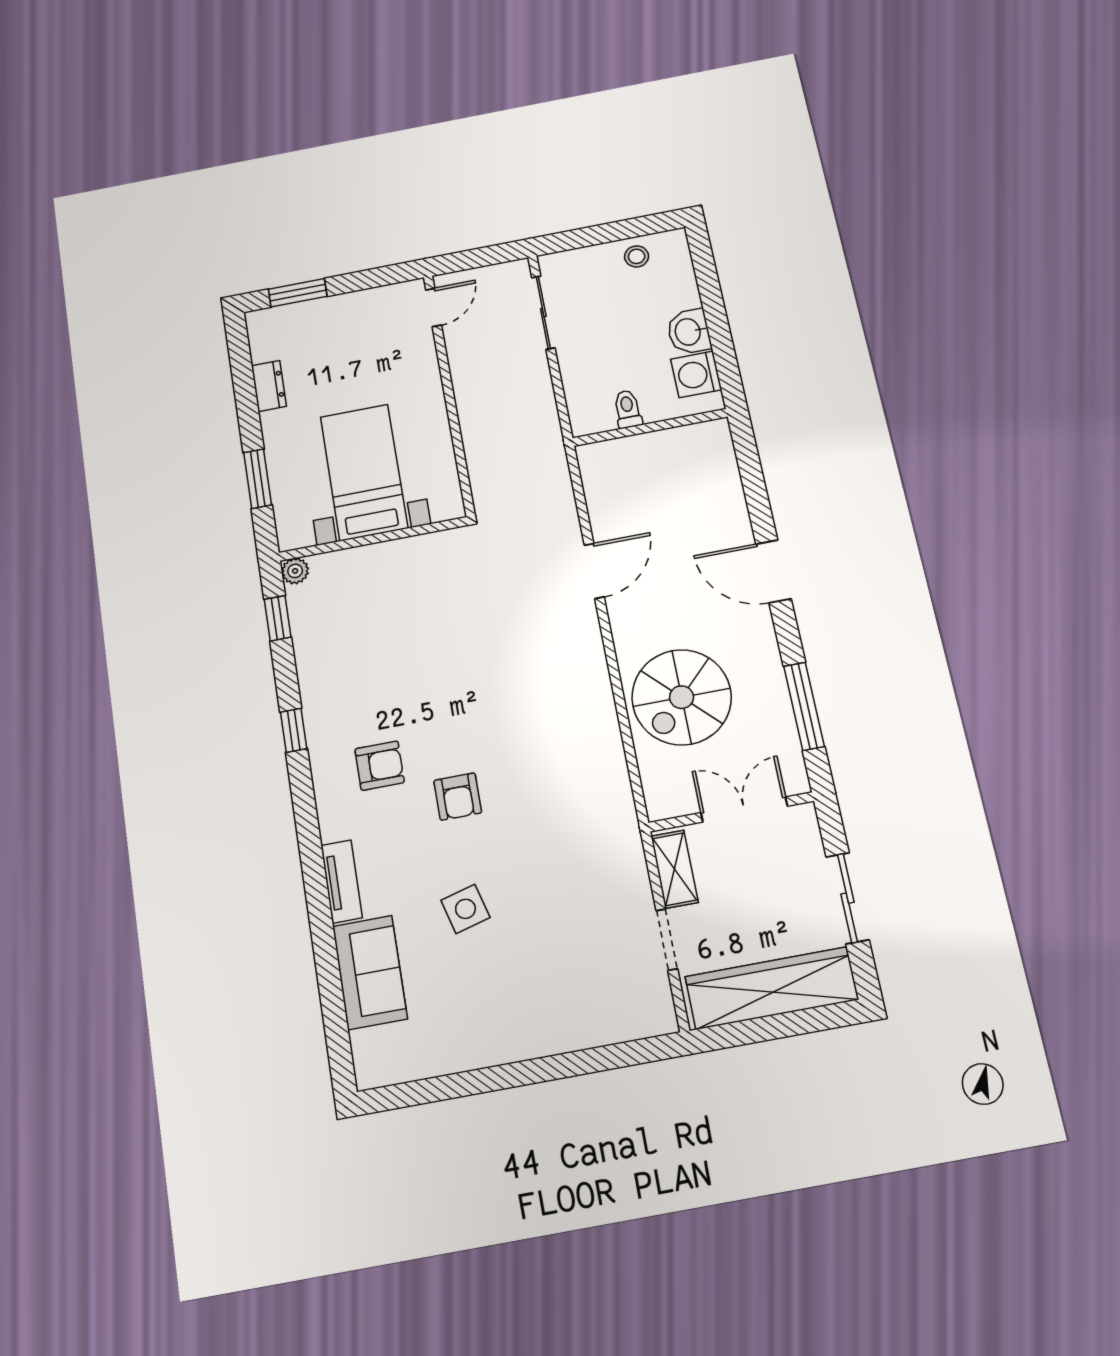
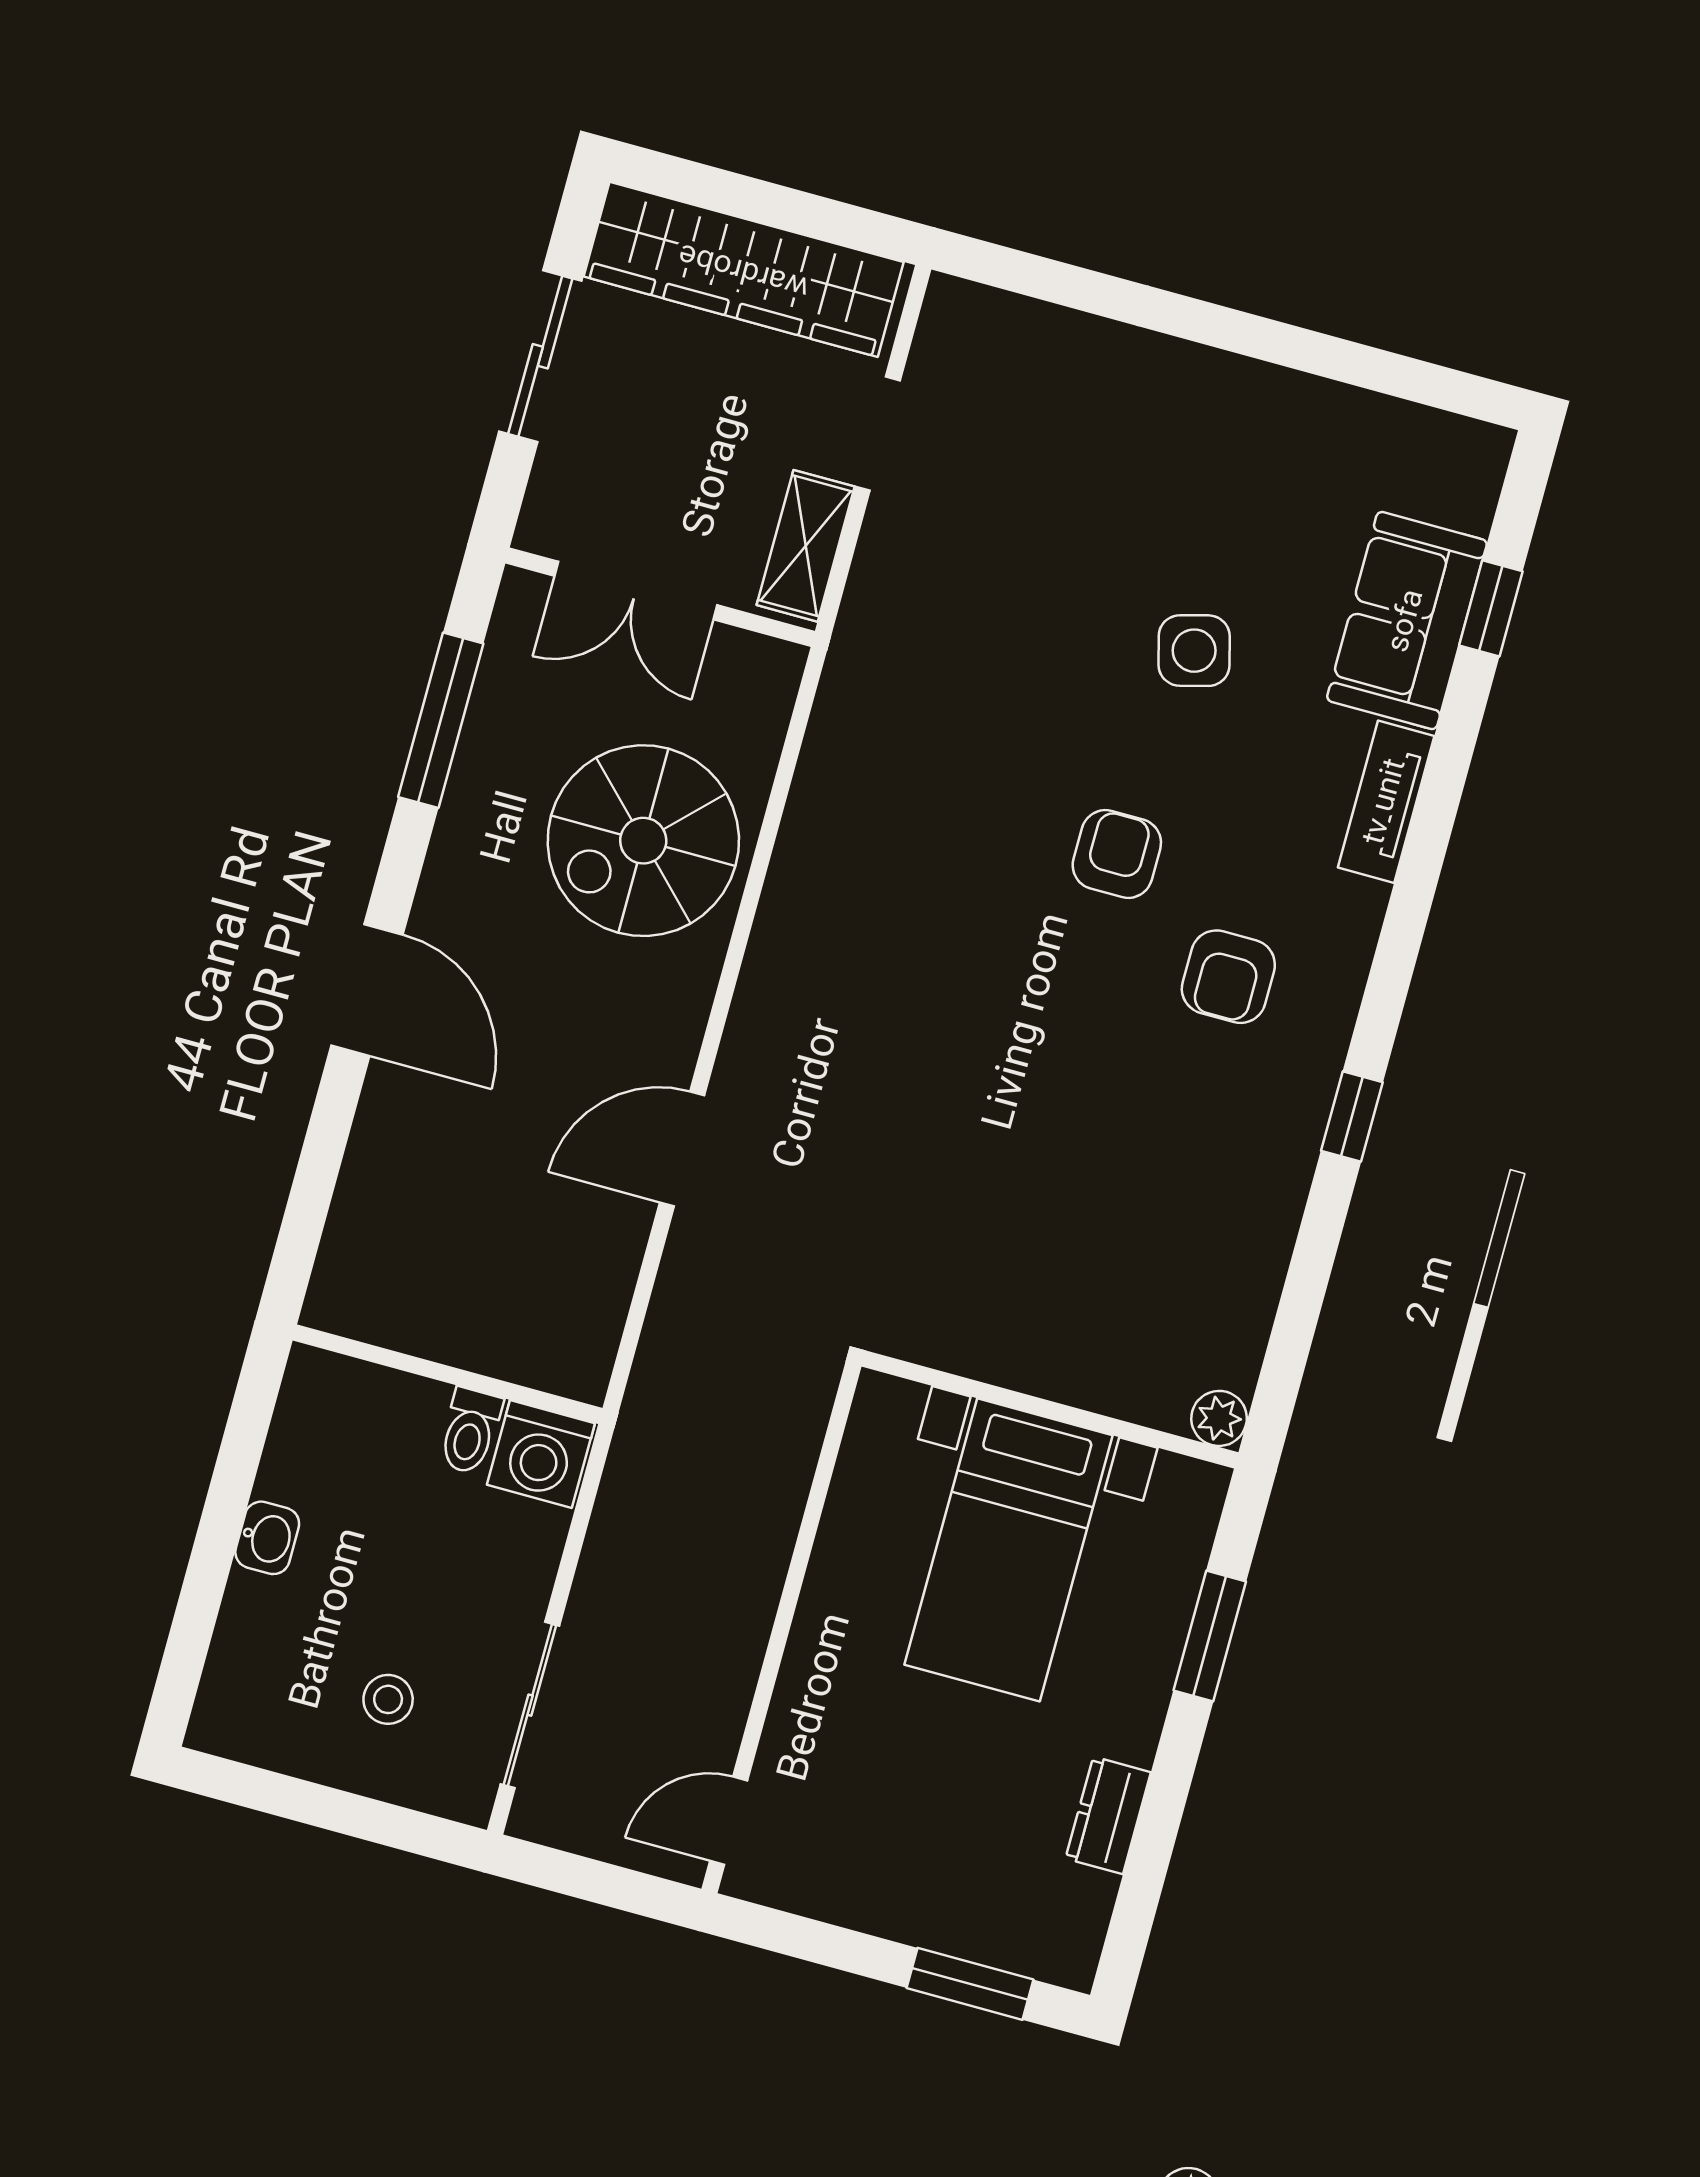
stool: (637, 256) -> (388, 1699), moved
washbasin: (689, 332) -> (267, 1538), width x0.72, depth x0.69
washing machine: (696, 374) -> (541, 1454), moved, turned 90
window: (278, 618) -> (1491, 608), moved
spiral stairs: (682, 697) -> (643, 841), turned 180
armchair: (380, 766) -> (1228, 977), turned -90

